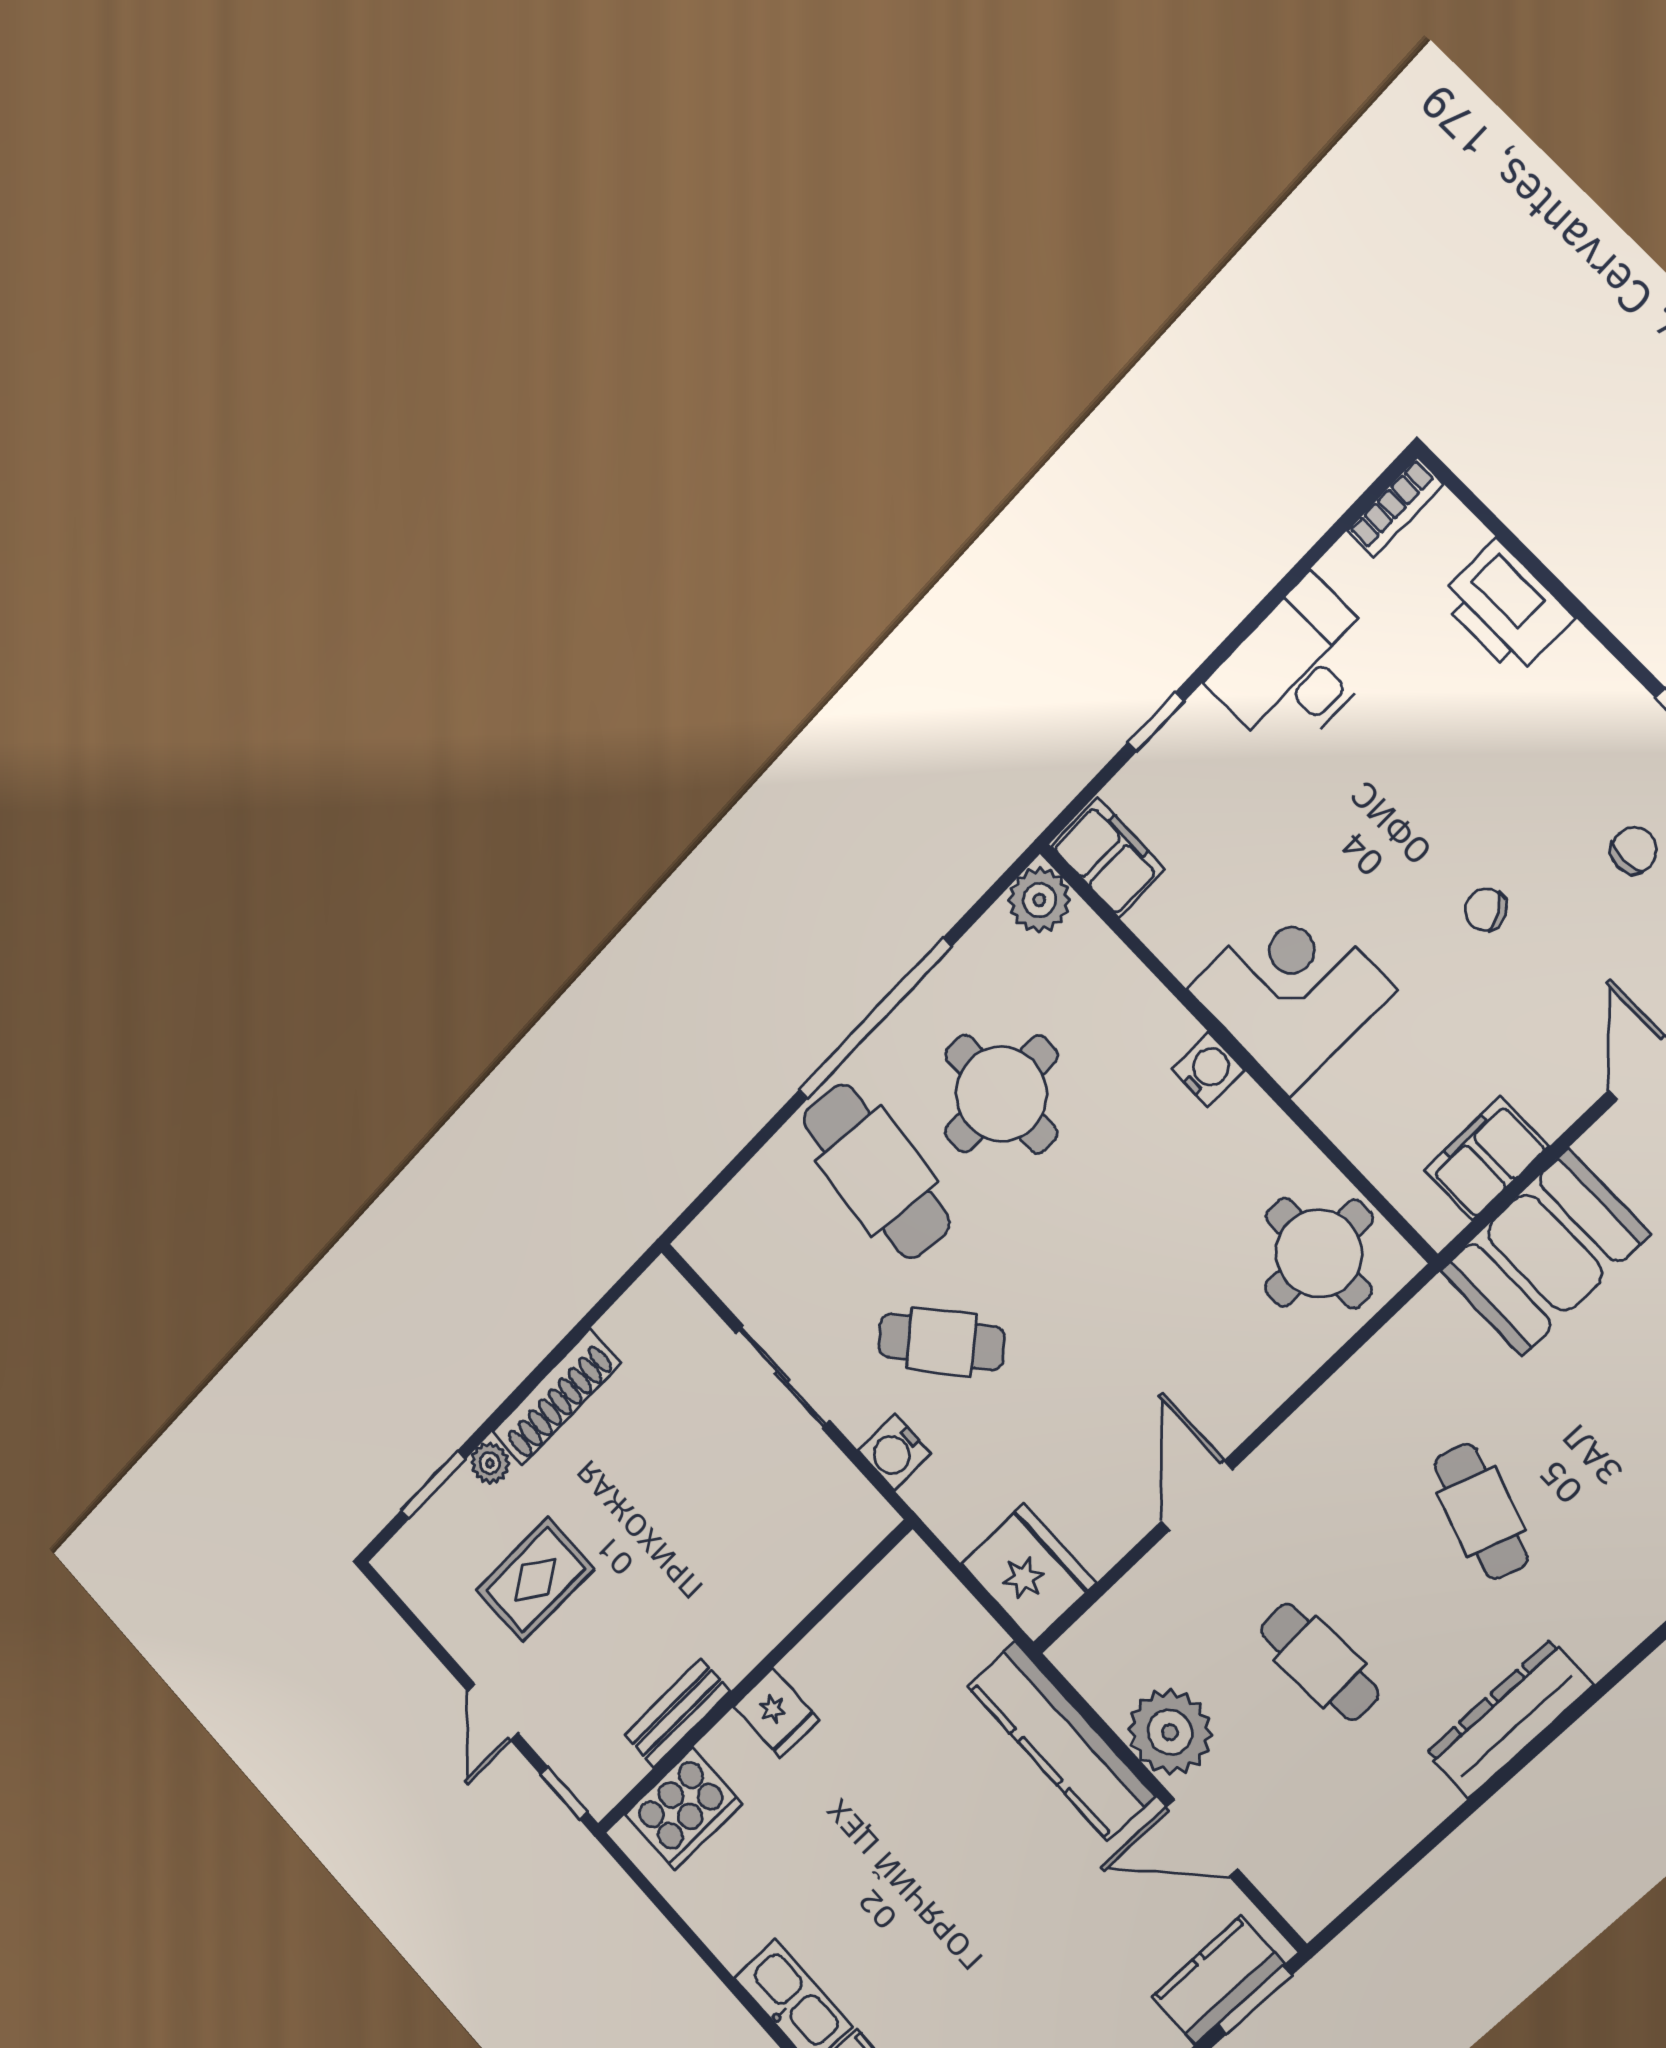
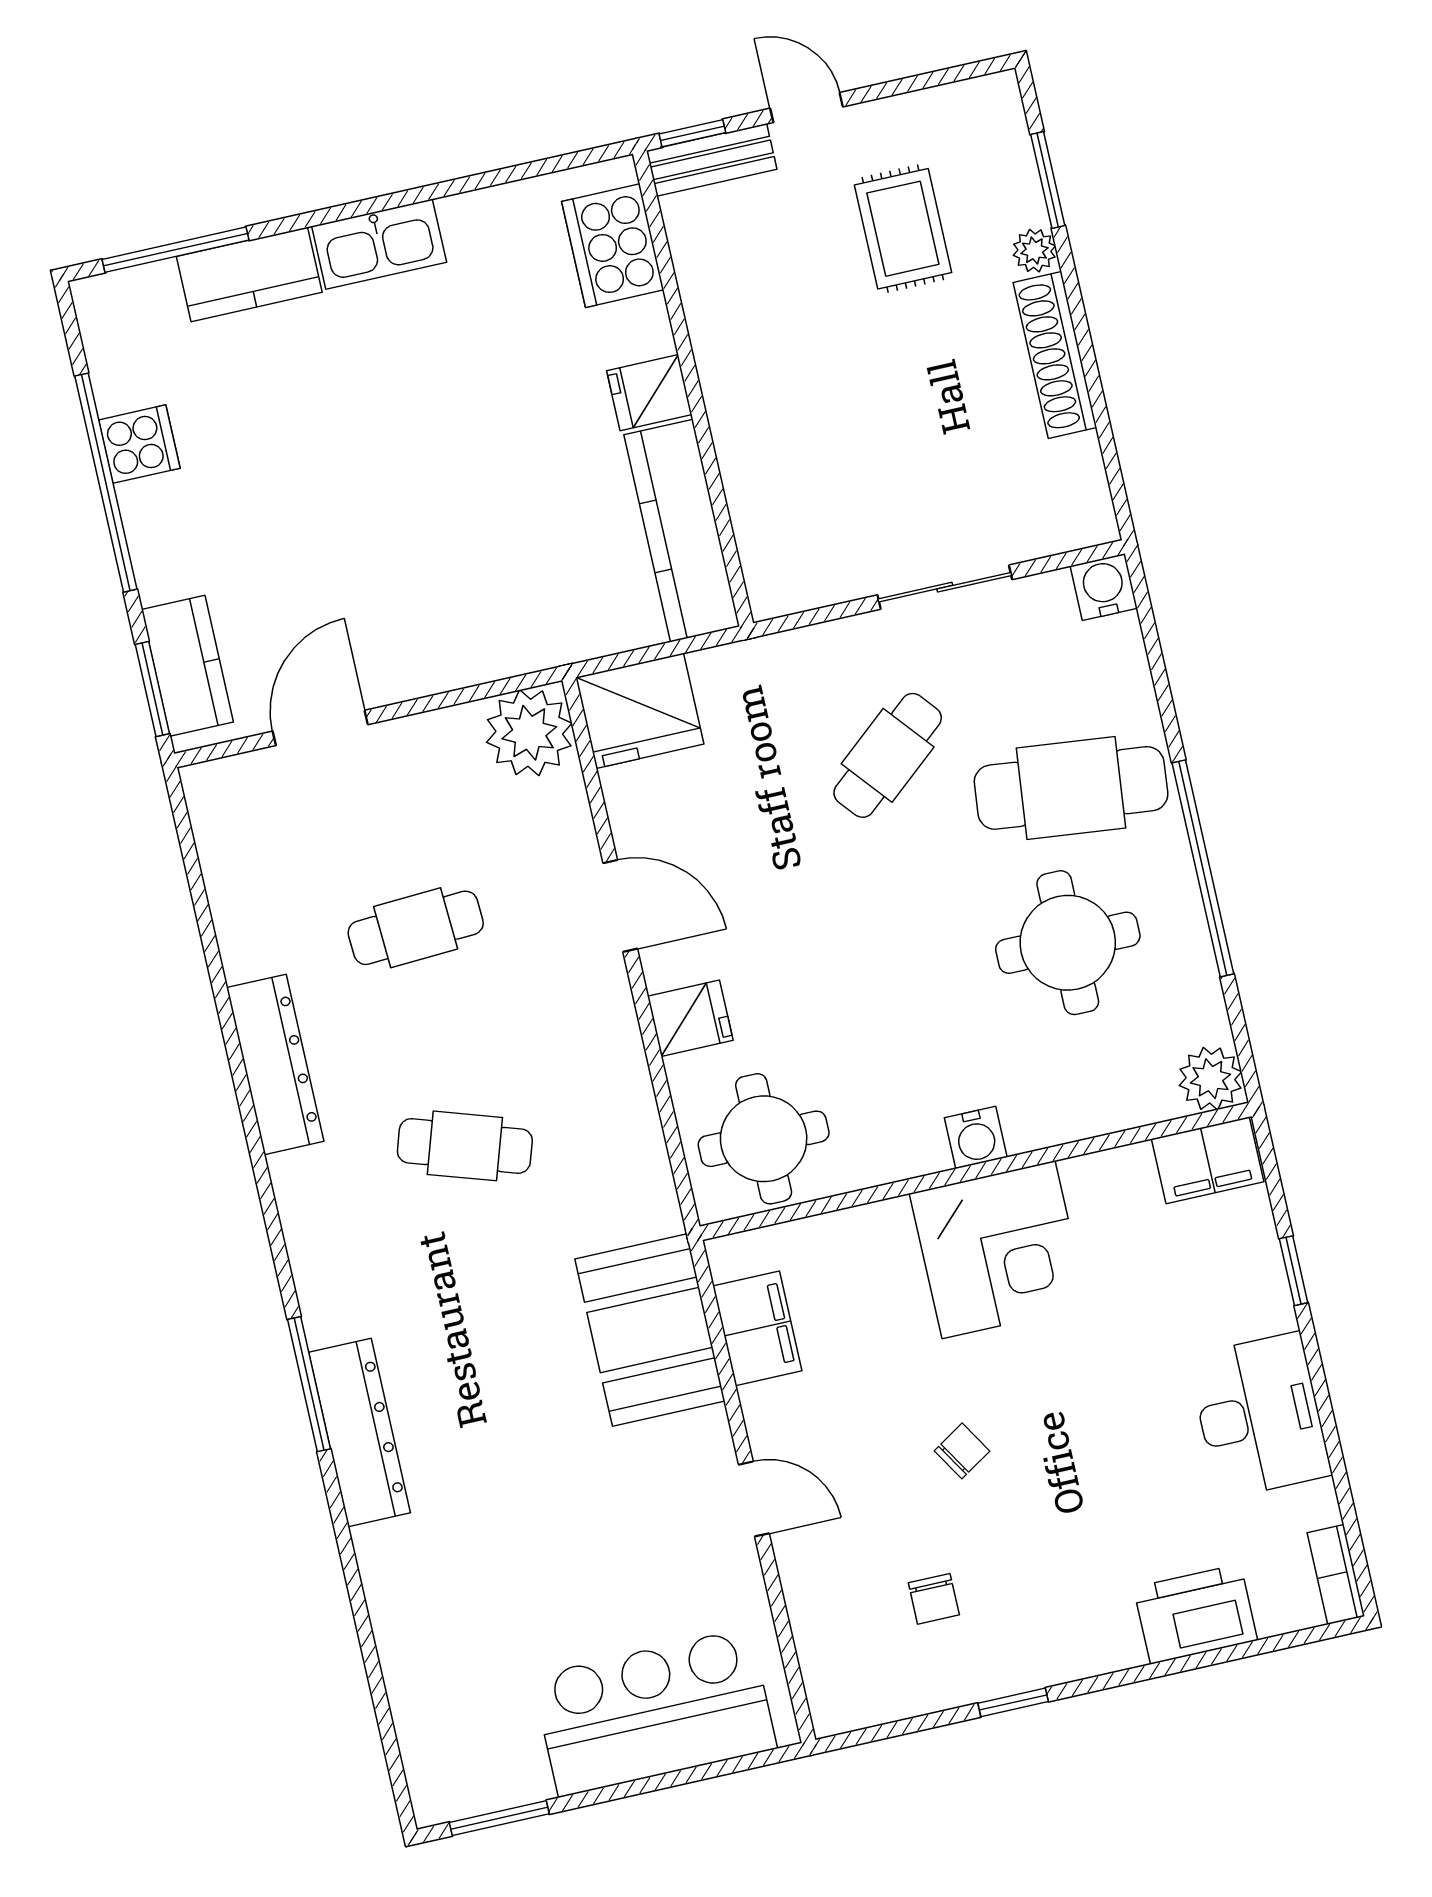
fridge: (1255, 1379) -> (690, 1018), added
water cooler: (895, 1452) -> (1104, 587), moved
bench: (677, 1713) -> (712, 160), moved, turned 90
plant: (1170, 1732) -> (529, 733), moved
kitchen counter: (1061, 1741) -> (682, 531), moved, turned -90

